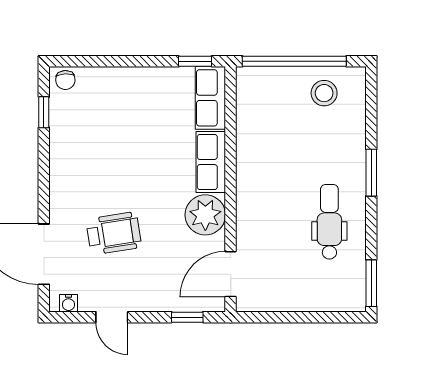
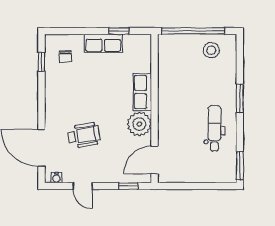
window: (195, 61) -> (119, 31), moved
chair: (65, 80) -> (65, 56), moved
row of seats: (210, 98) -> (103, 43), moved, turned -90

